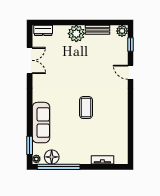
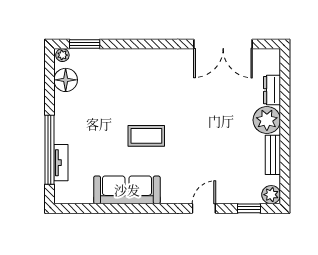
dresser: (43, 30) -> (272, 90), moved
double door: (30, 60) -> (223, 44), width x1.37
sofa: (41, 123) -> (127, 190), moved, turned 180
window: (59, 167) -> (49, 150), moved

